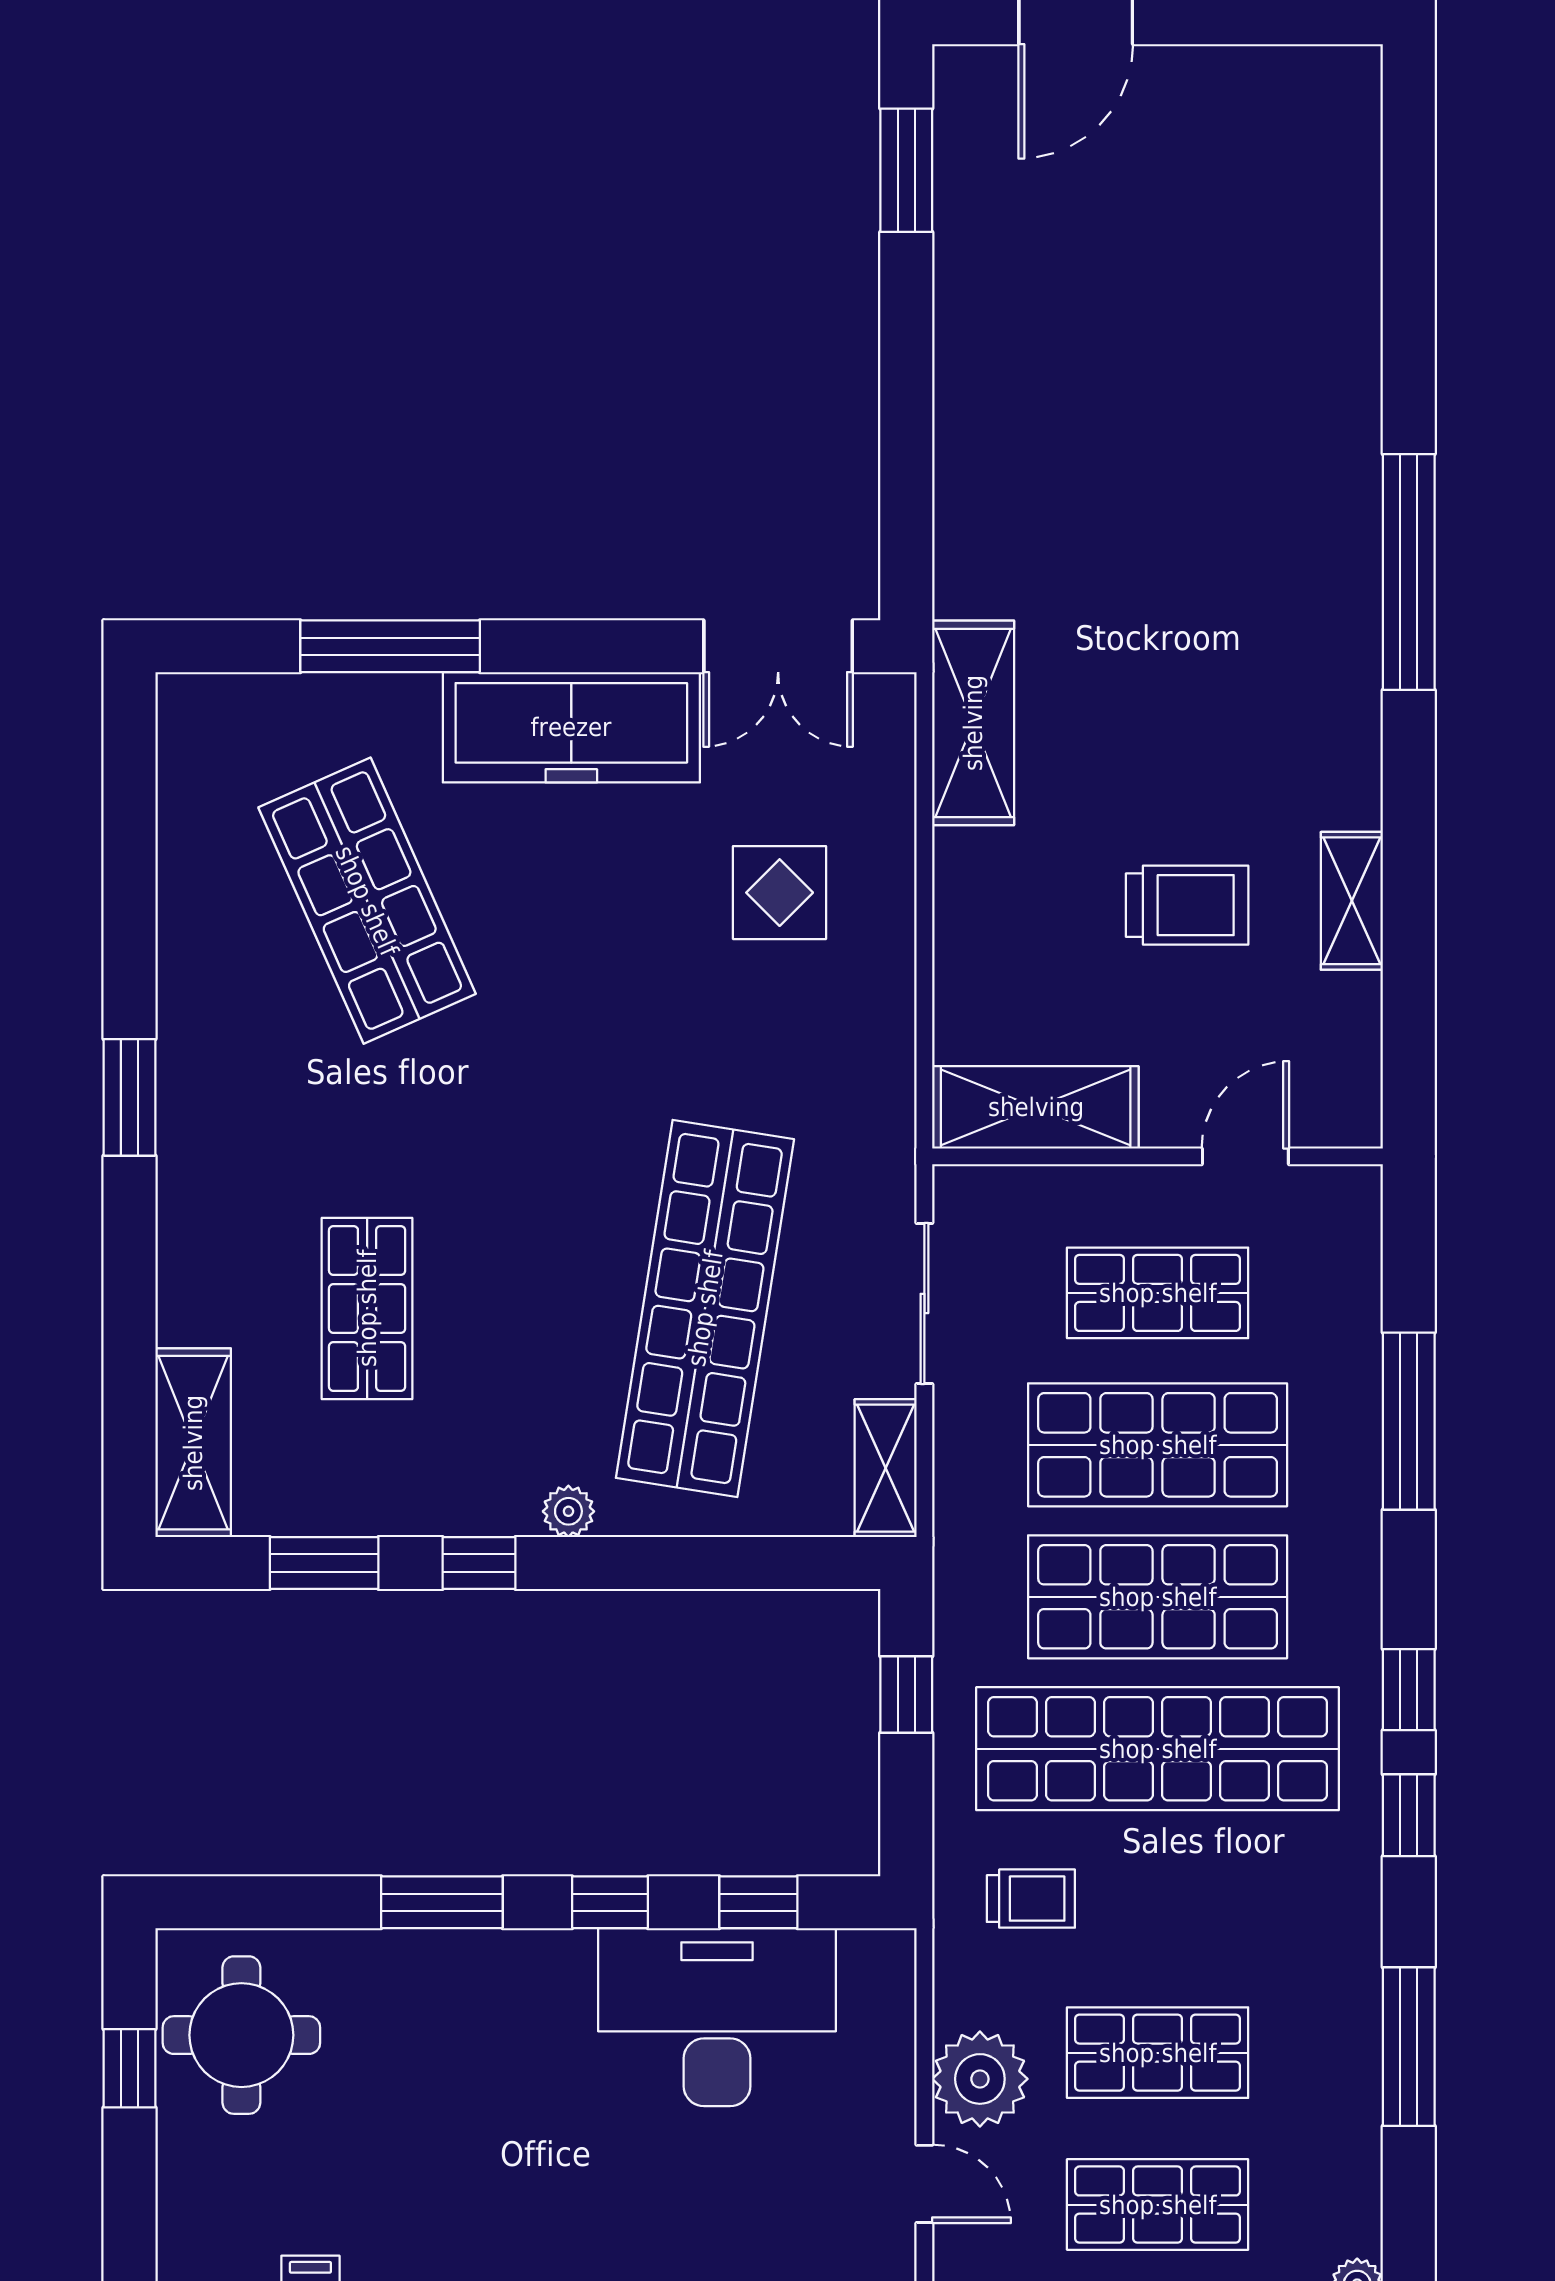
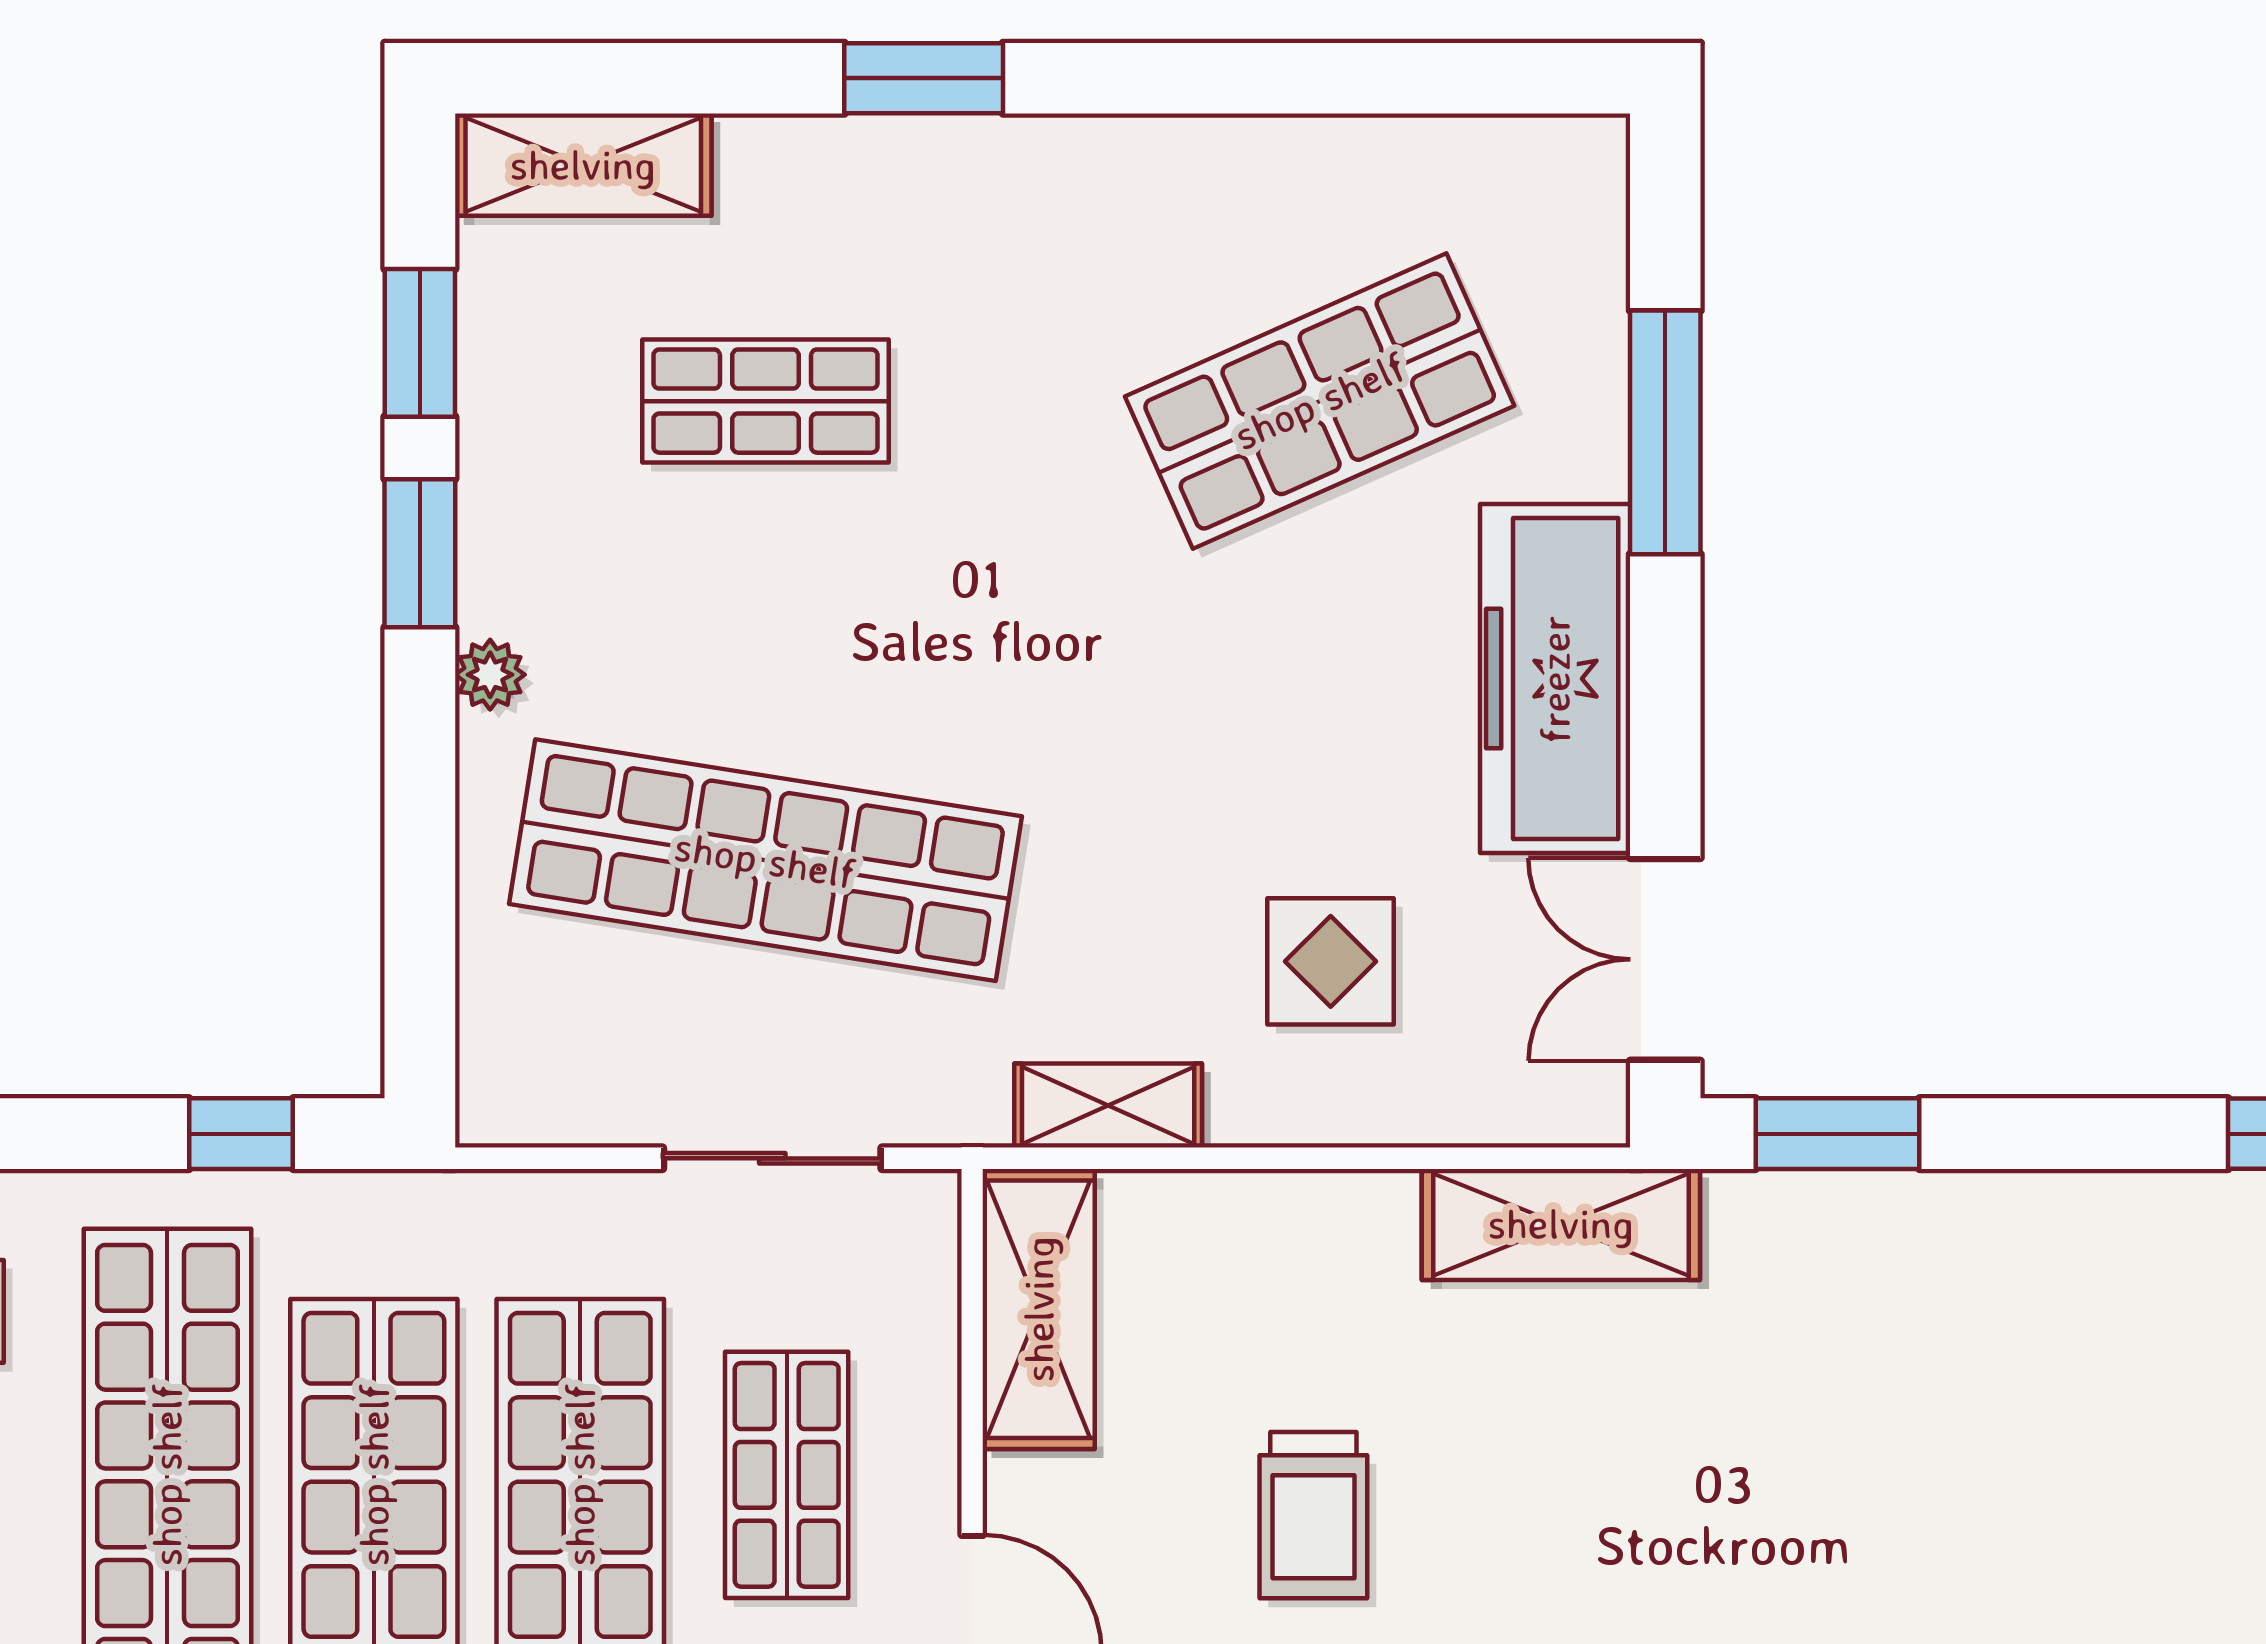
window: (906, 519) -> (1837, 1134), added
window: (129, 1097) -> (924, 78), moved
shelving: (886, 1468) -> (1108, 1106), moved
window: (479, 1563) -> (420, 553), width x1.50

